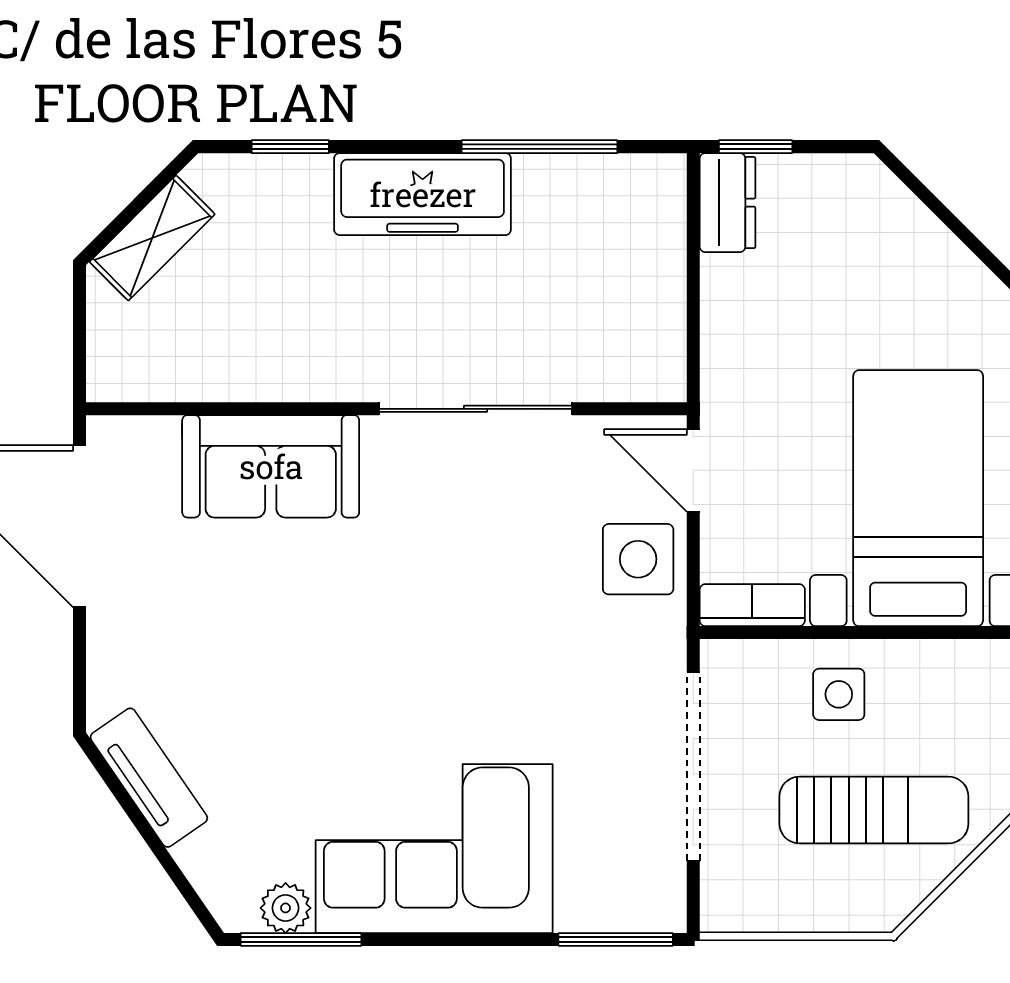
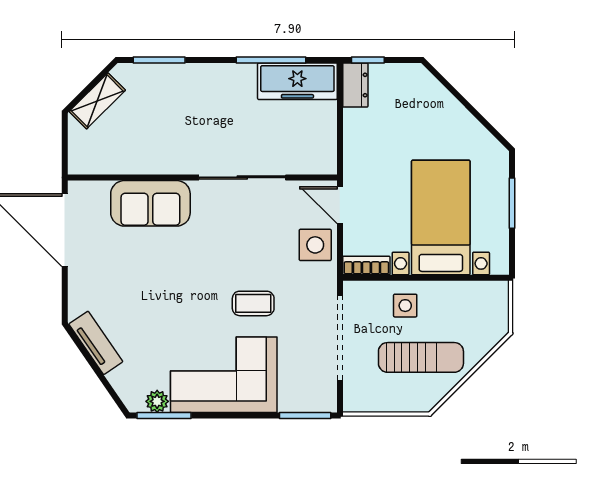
window: (290, 147) -> (159, 60), width x1.50
freezer: (423, 194) -> (297, 81), moved
coffee table: (500, 690) -> (253, 303), added

